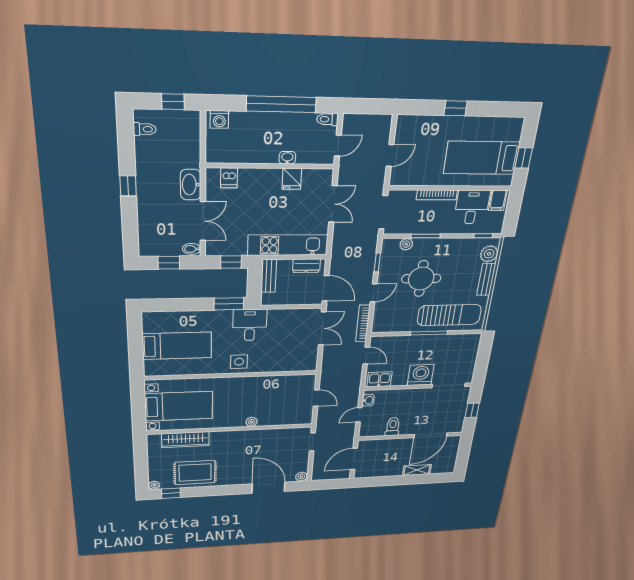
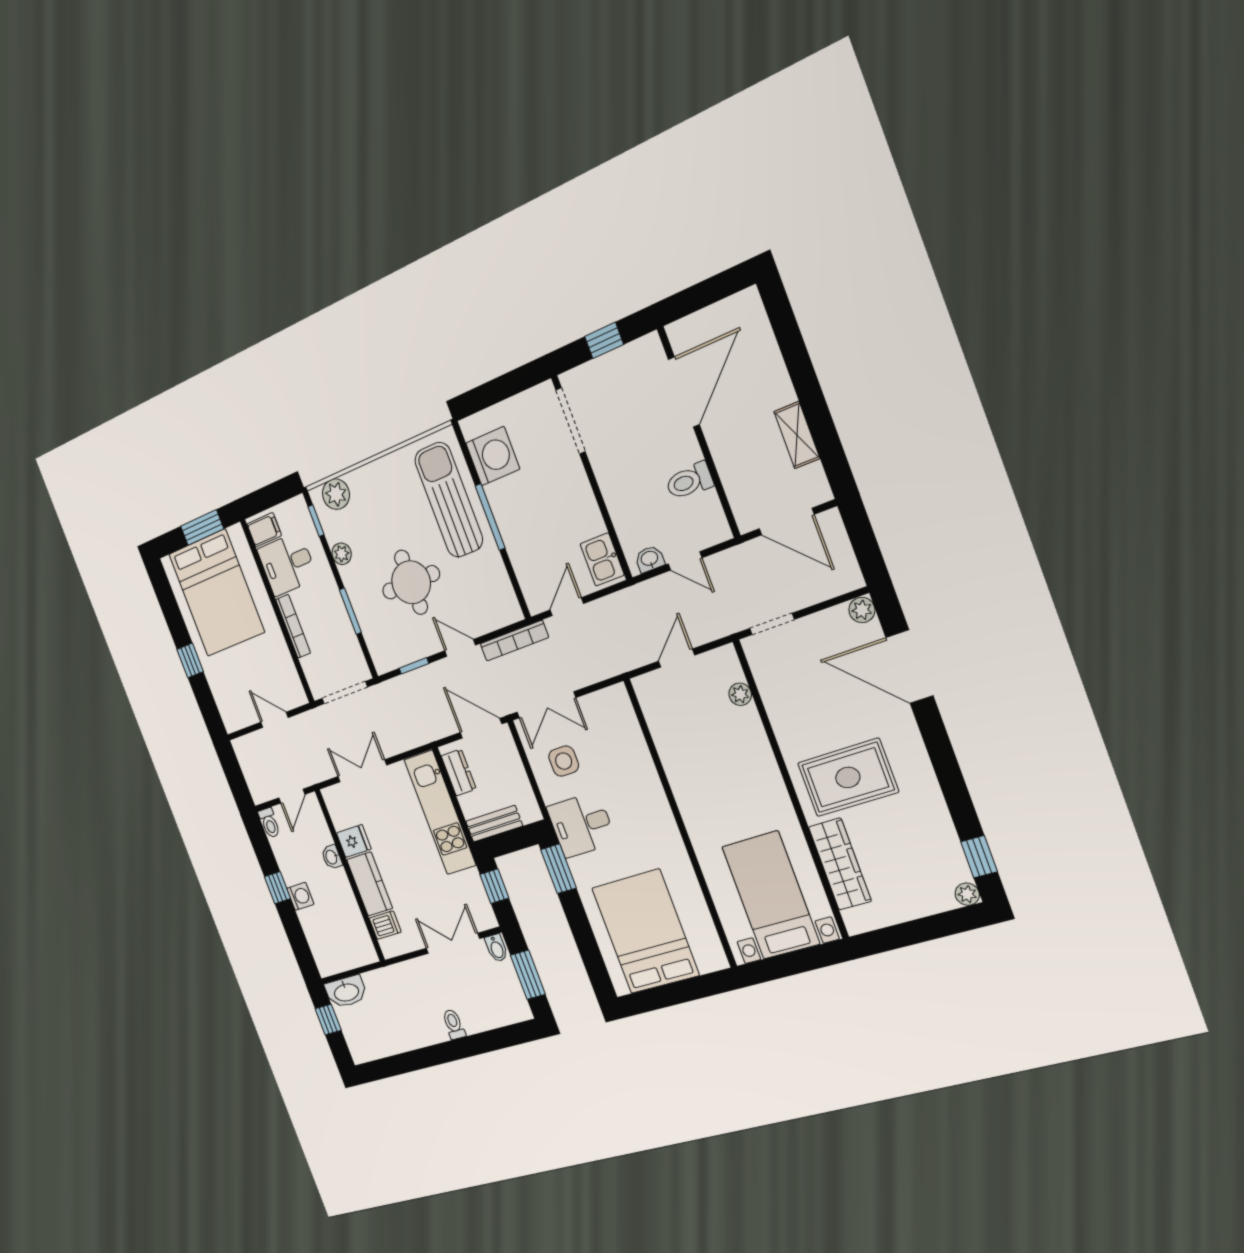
window: (281, 104) -> (277, 888), width x0.32
washing machine: (219, 119) -> (300, 896), moved
toilet: (145, 129) -> (454, 1024), moved
door: (338, 146) -> (292, 796), swing flipped
bed: (482, 158) -> (217, 593), width x1.50
window: (524, 158) -> (202, 528), width x1.50
kitchen counter: (260, 178) -> (370, 884), added
washbasin: (191, 185) -> (346, 992), moved
window: (128, 186) -> (445, 1052), removed
plant: (406, 244) -> (342, 554), moved
window: (169, 263) -> (528, 975), width x1.50
bench: (486, 279) -> (373, 473), removed
door: (326, 288) -> (481, 728), hinge flipped
double door: (322, 328) -> (546, 705), swing flipped
bed: (177, 346) -> (645, 932), width x1.50
side table: (239, 362) -> (564, 761), moved
washing machine: (421, 375) -> (493, 456), moved, turned 180
plant: (252, 422) -> (740, 694), moved
door: (431, 435) -> (684, 392), hinge flipped
shelving: (417, 470) -> (797, 435), moved
rug: (195, 473) -> (848, 777), moved, turned 90
door: (268, 488) -> (909, 667), hinge flipped

